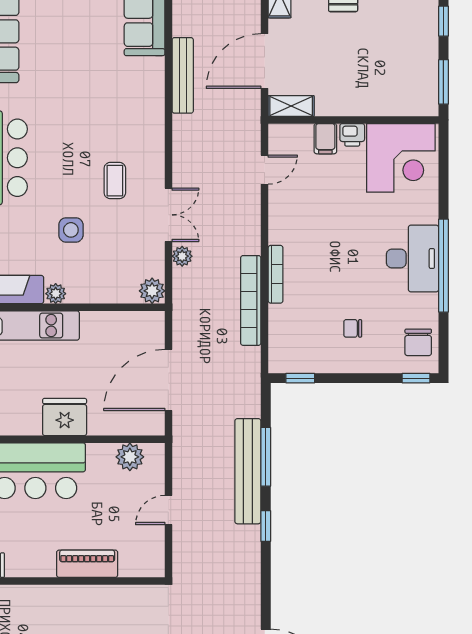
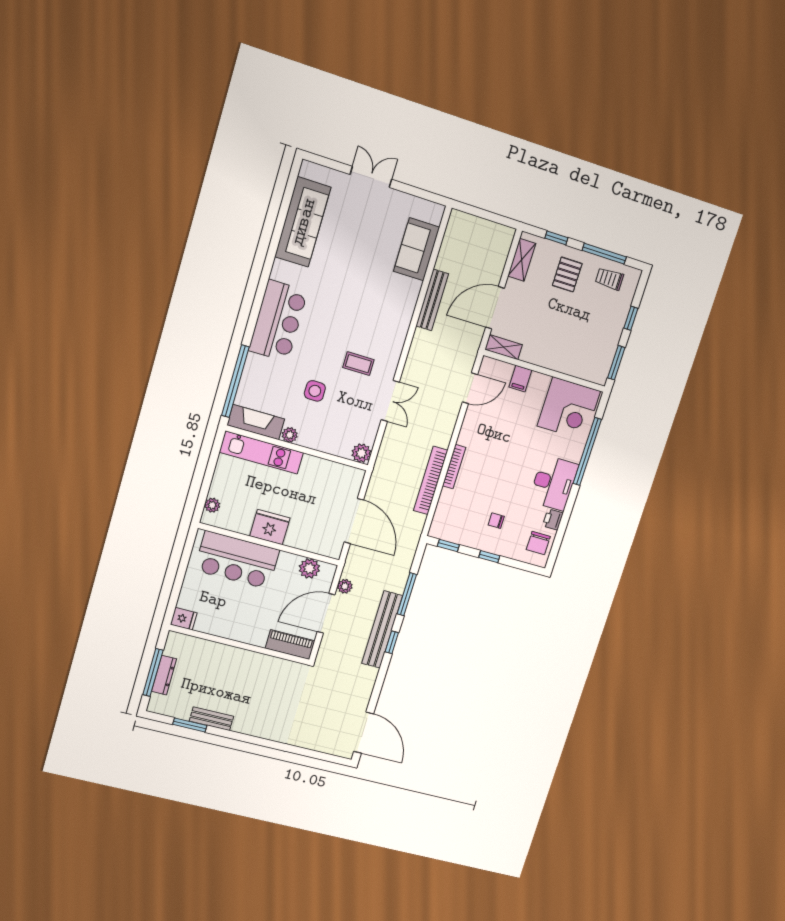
printer: (352, 135) -> (553, 519), moved, turned 90
door: (265, 170) -> (470, 388), width x1.38
coffee table: (115, 181) -> (358, 364), turned 90
plant: (182, 256) -> (345, 586), moved
window: (443, 266) -> (587, 451), moved
window: (416, 378) -> (489, 557), moved
door: (168, 380) -> (354, 521), swing flipped
bench: (248, 471) -> (382, 630), moved
door: (168, 510) -> (326, 613), width x1.87
piano: (87, 564) -> (290, 645), moved

